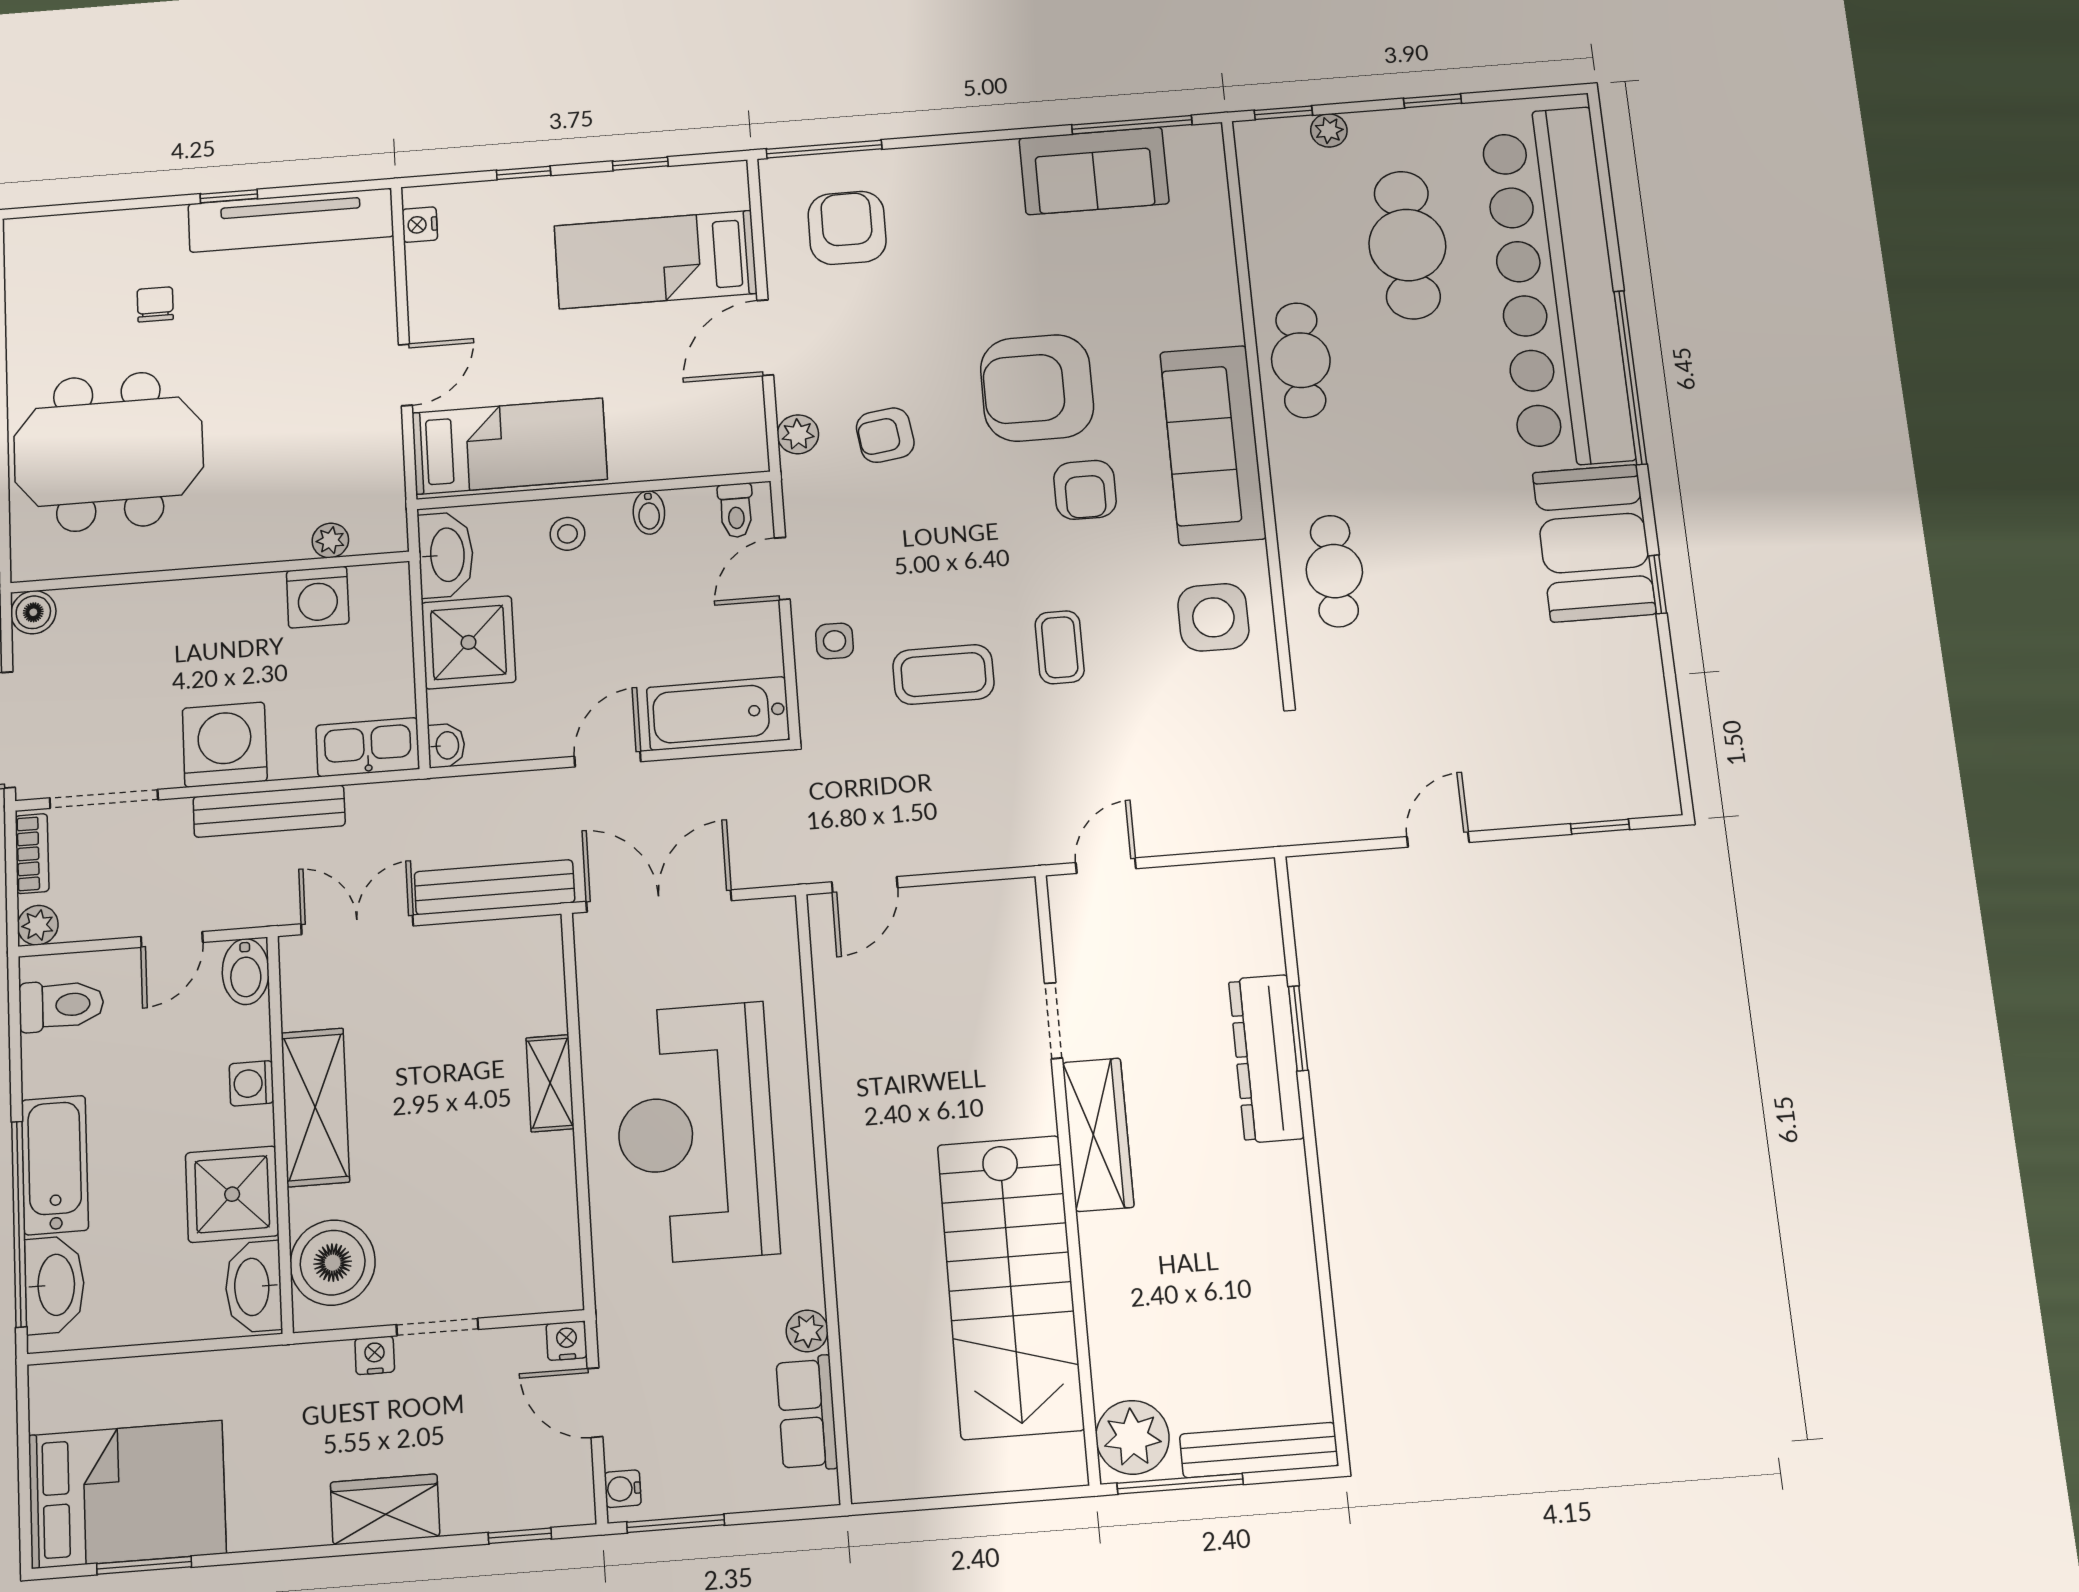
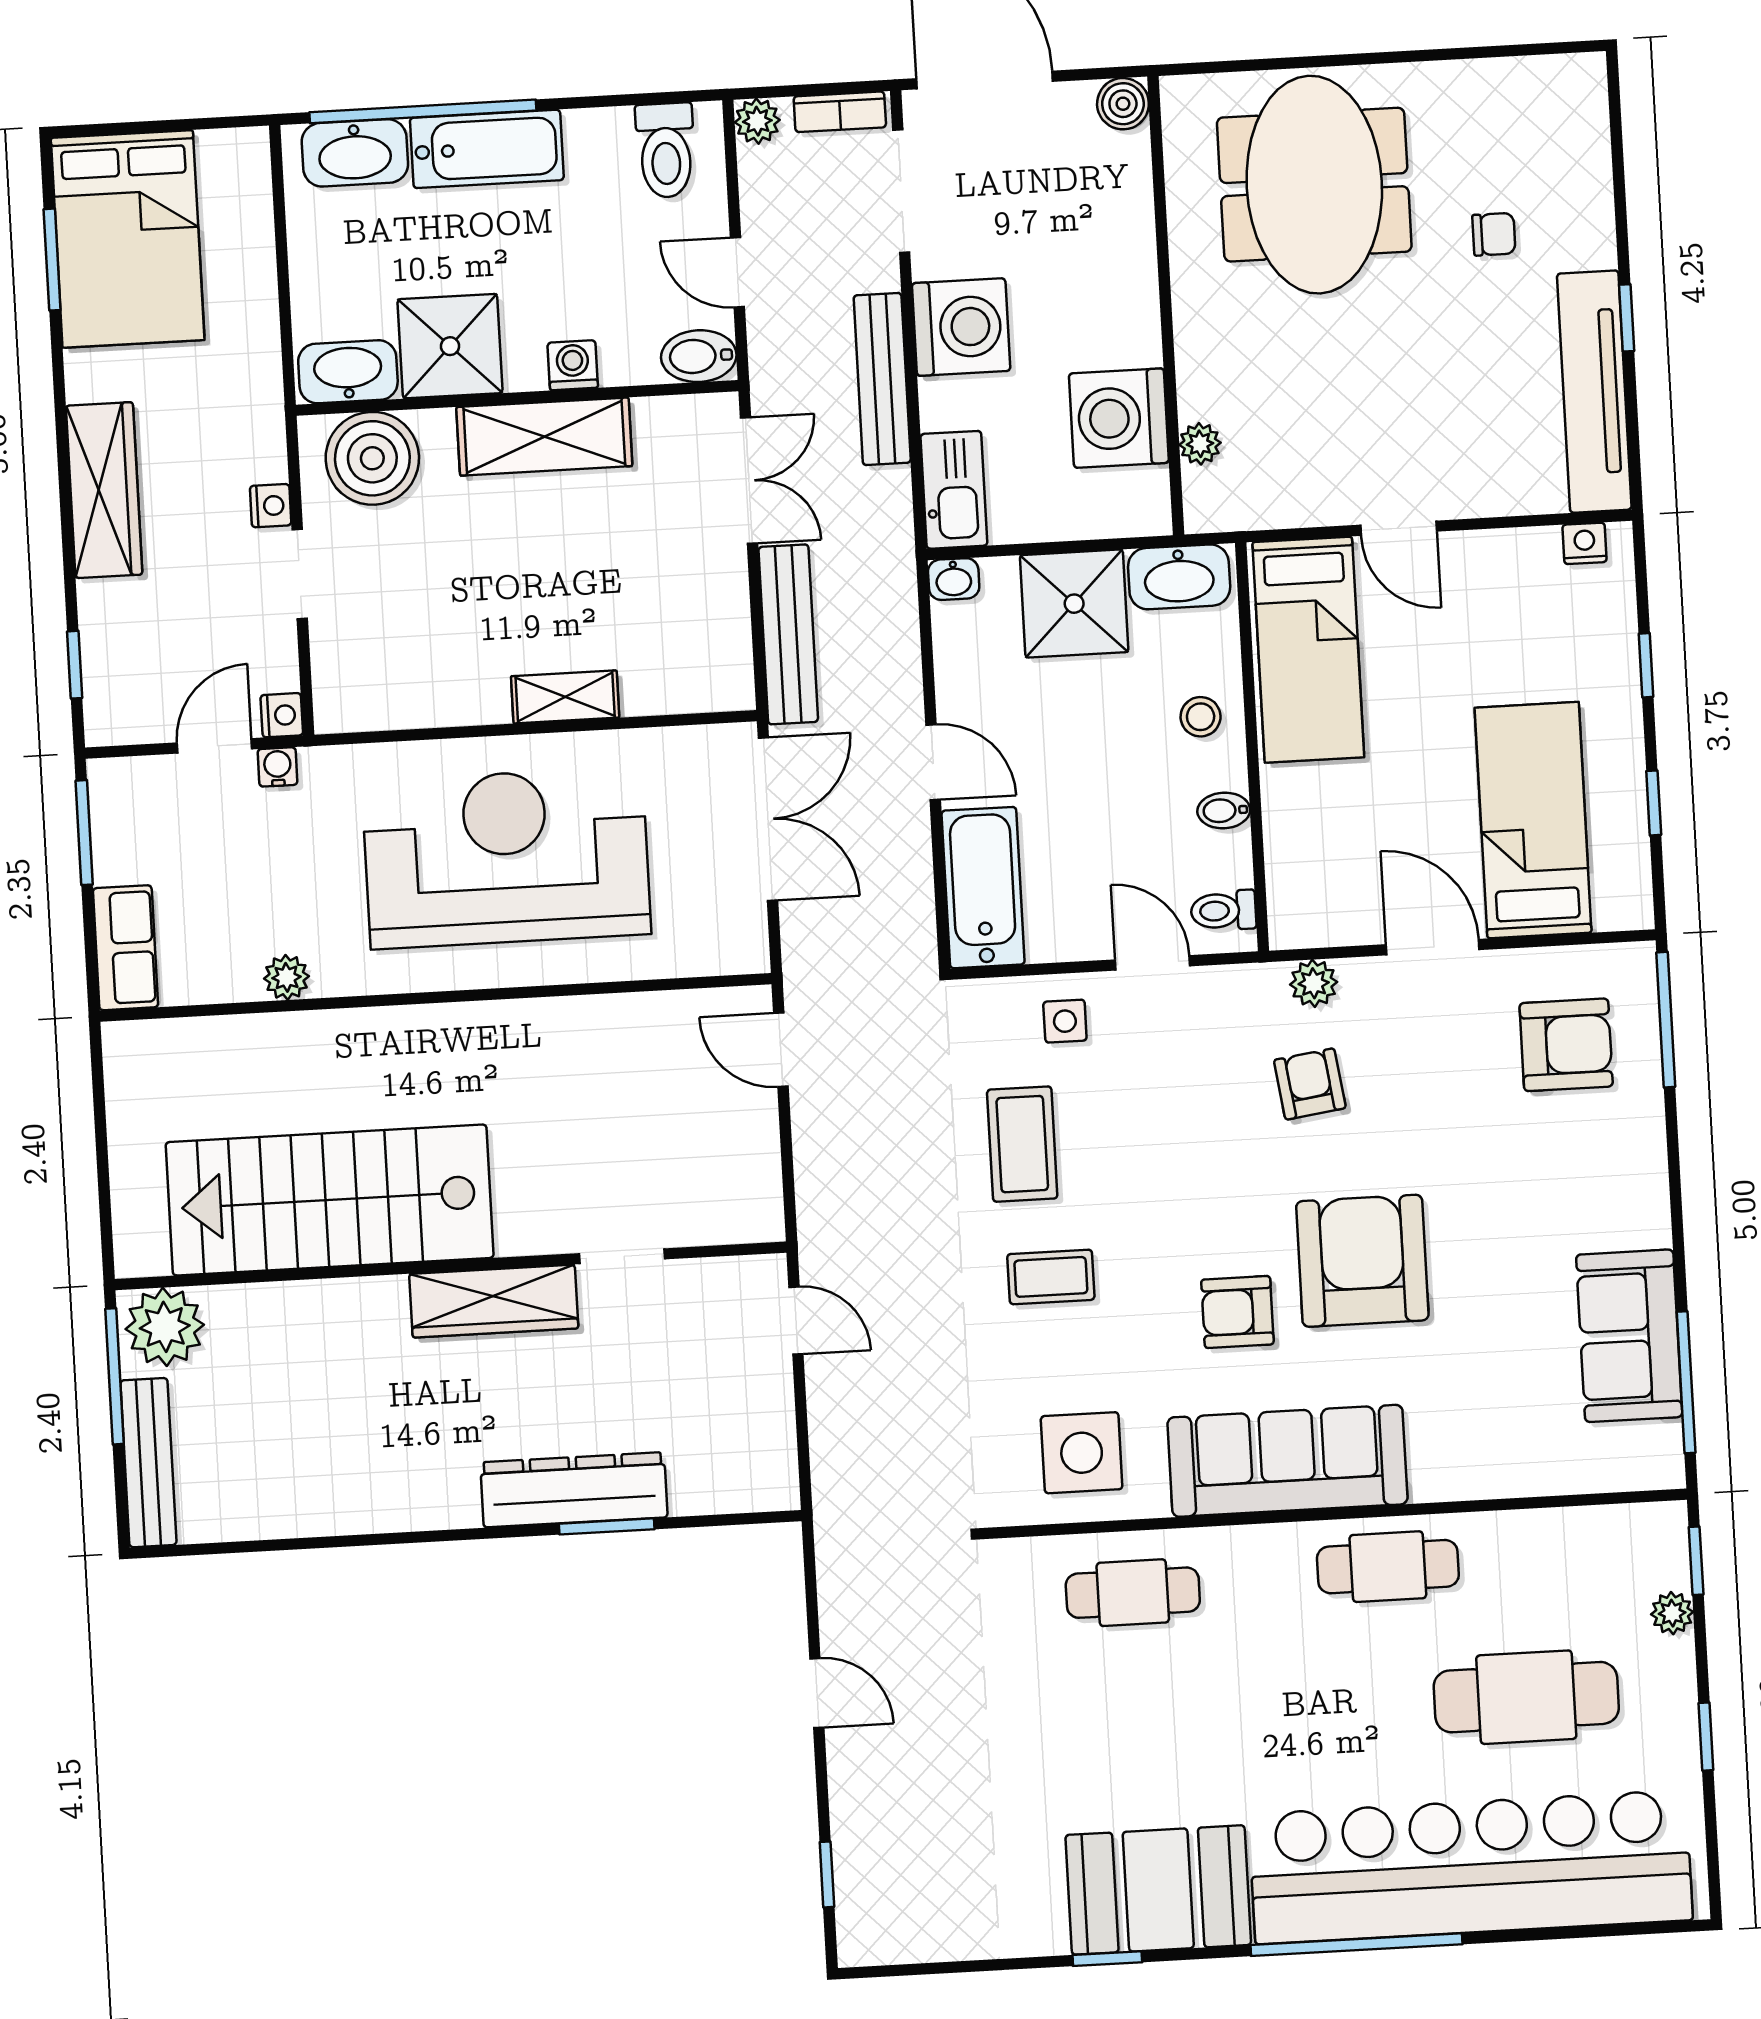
washing machine: (318, 597) -> (1119, 418), width x1.37, depth x1.37
row of seats: (807, 1413) -> (125, 948), moved, turned 90
water cooler: (623, 1489) -> (278, 767), moved
wardrobe: (385, 1509) -> (104, 490), width x1.50

